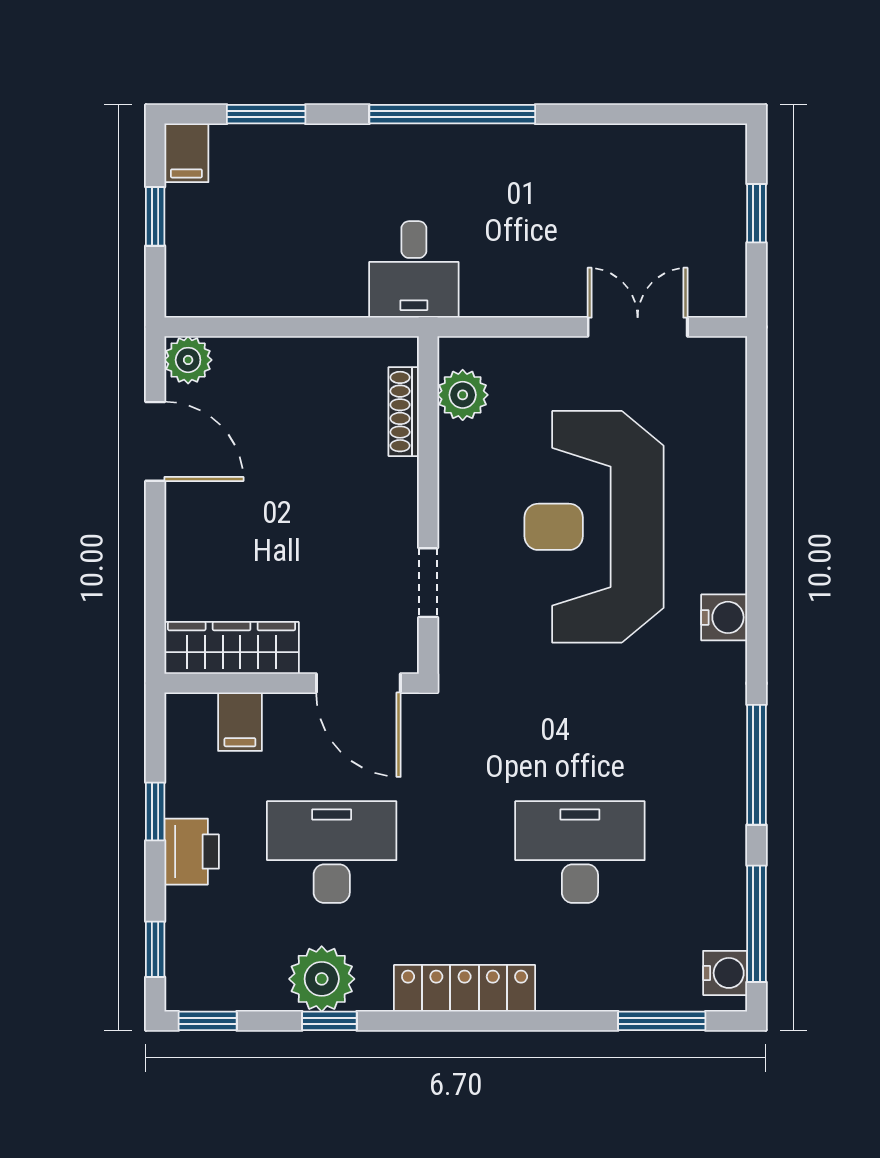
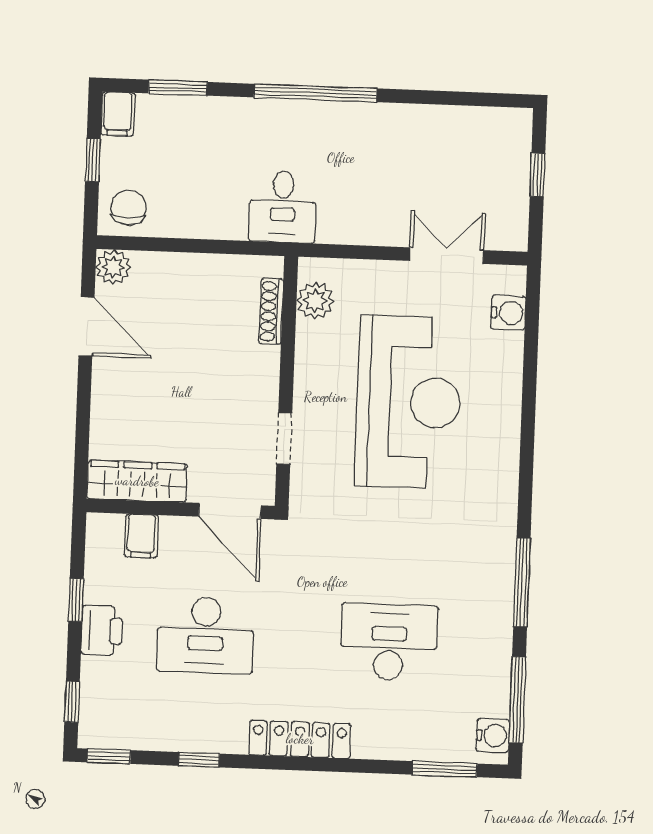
chair: (206, 279) -> (129, 207), added
reception desk: (594, 527) -> (409, 402), turned 180
water cooler: (724, 617) -> (508, 313), moved
desk: (332, 852) -> (205, 635), turned 180
plant: (322, 979) -> (194, 728), removed

